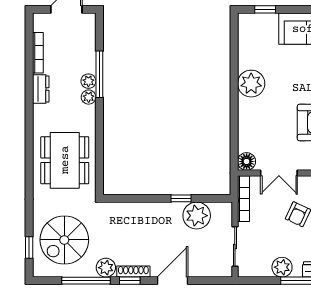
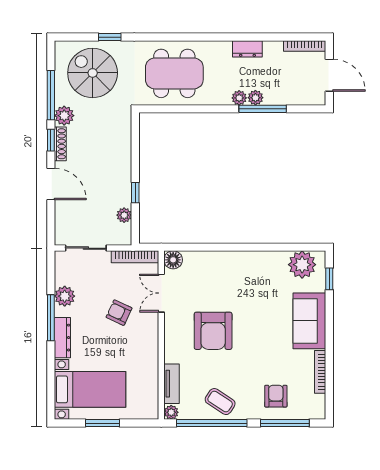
bookcase: (38, 53) -> (305, 46), moved
plant: (251, 84) -> (302, 265), moved
plant: (197, 216) -> (124, 215), width x0.53, depth x0.53
window: (29, 248) -> (110, 37), moved

